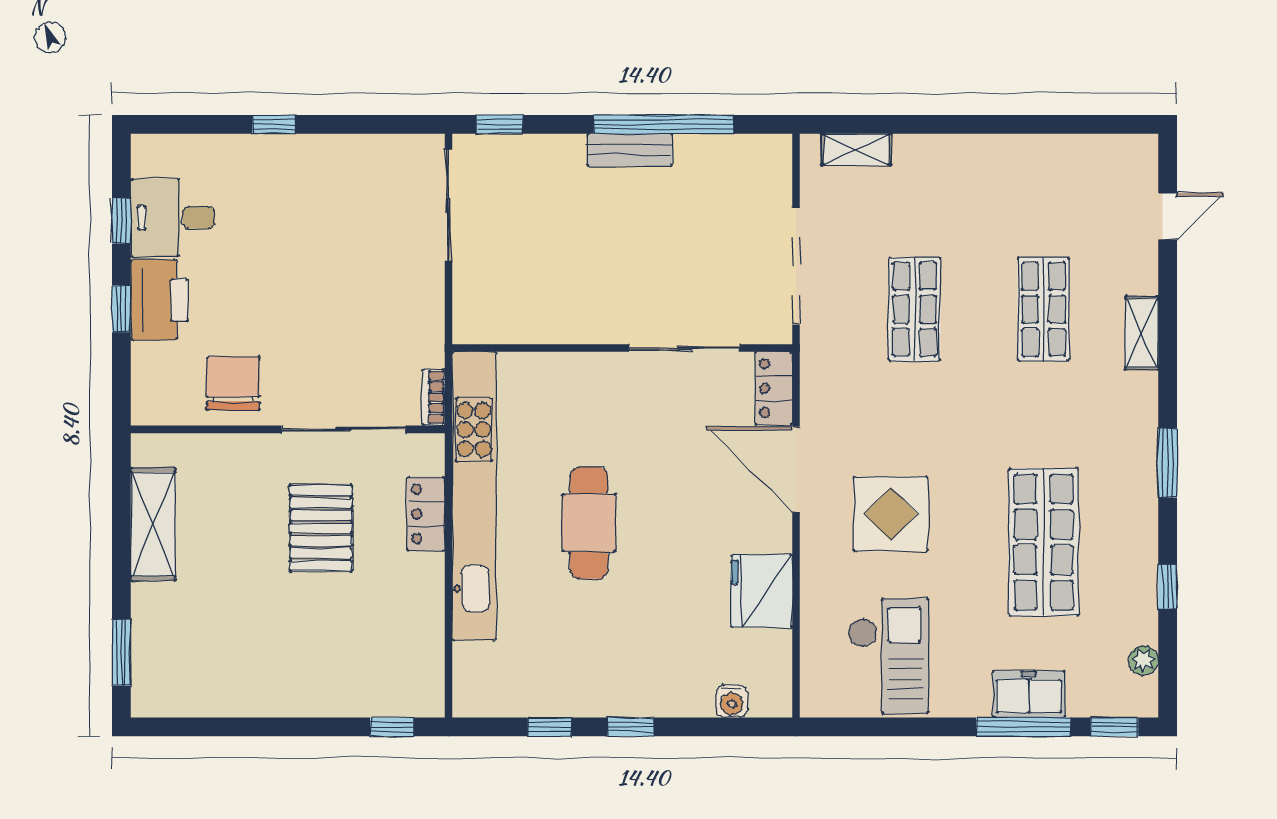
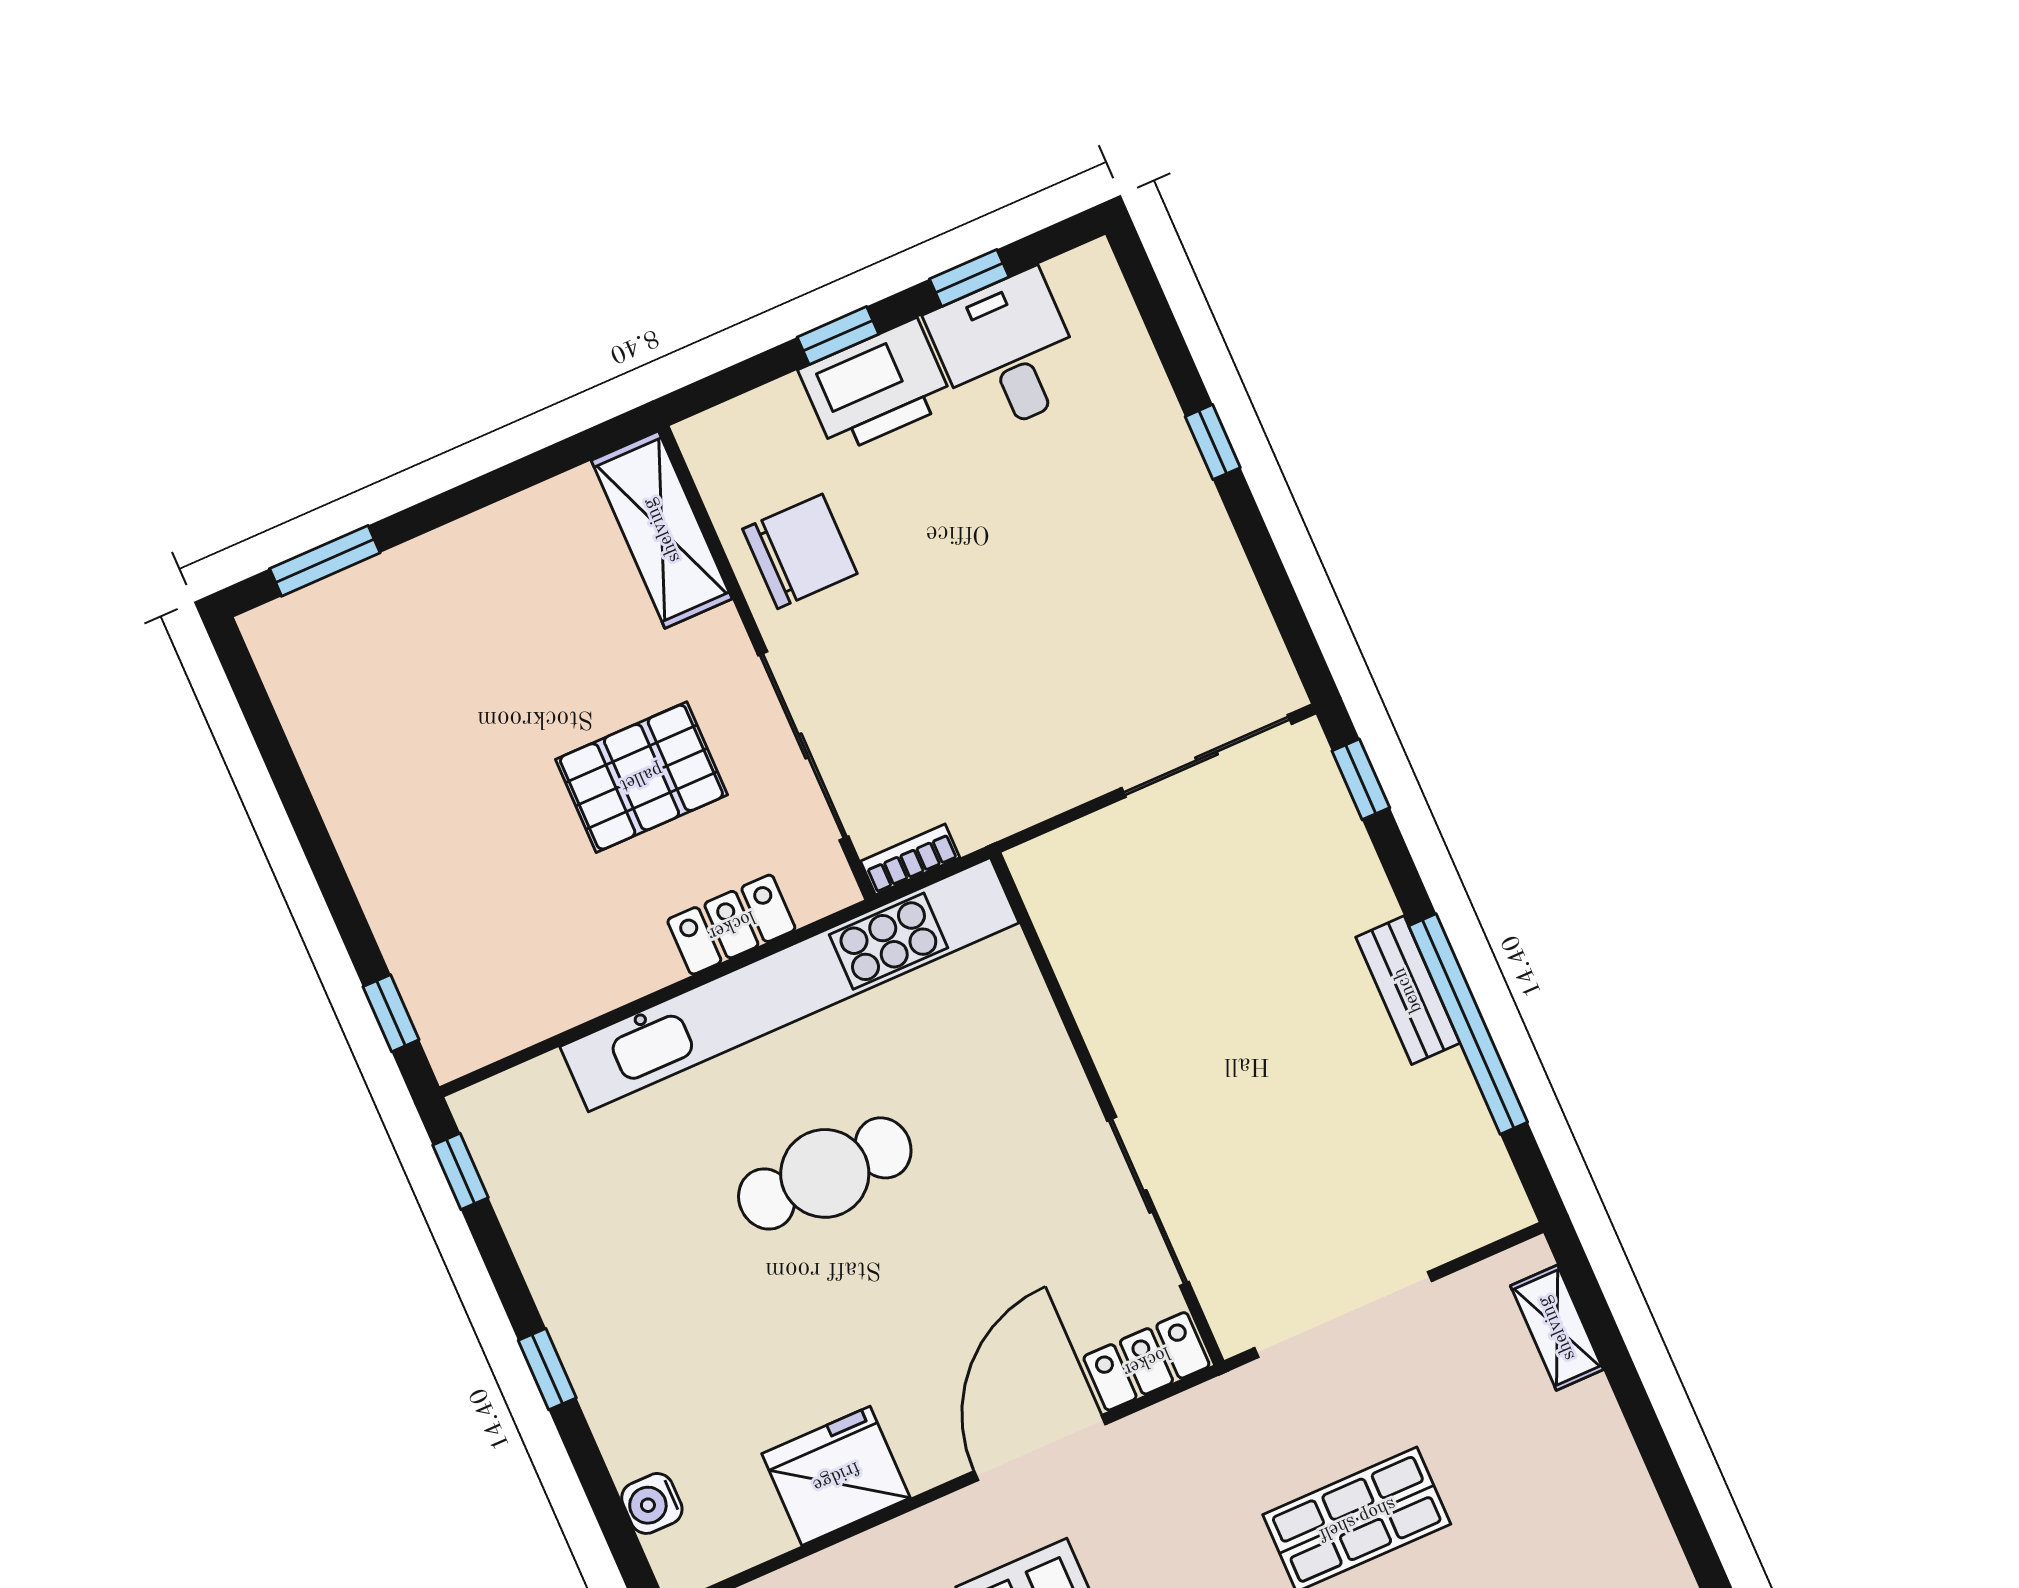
shelving: (153, 524) -> (662, 530), moved, turned 90
window: (550, 727) -> (460, 1171), moved

